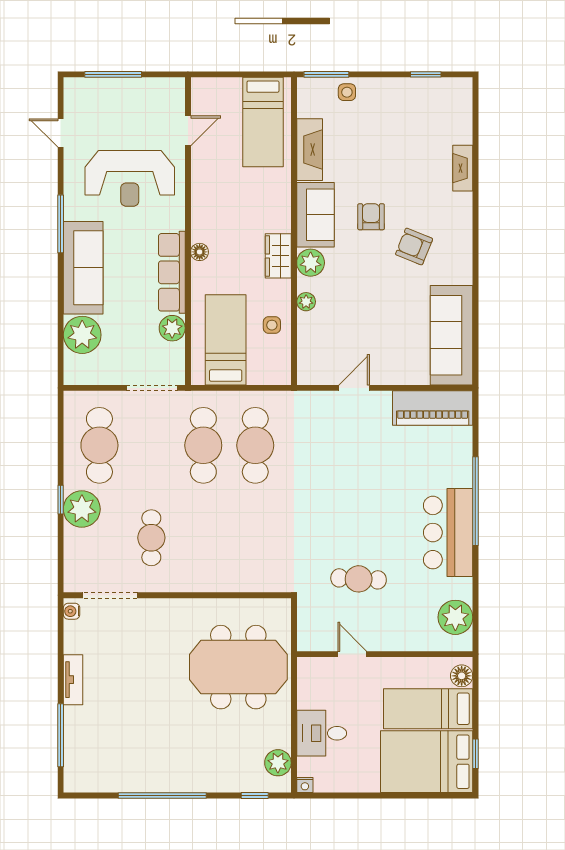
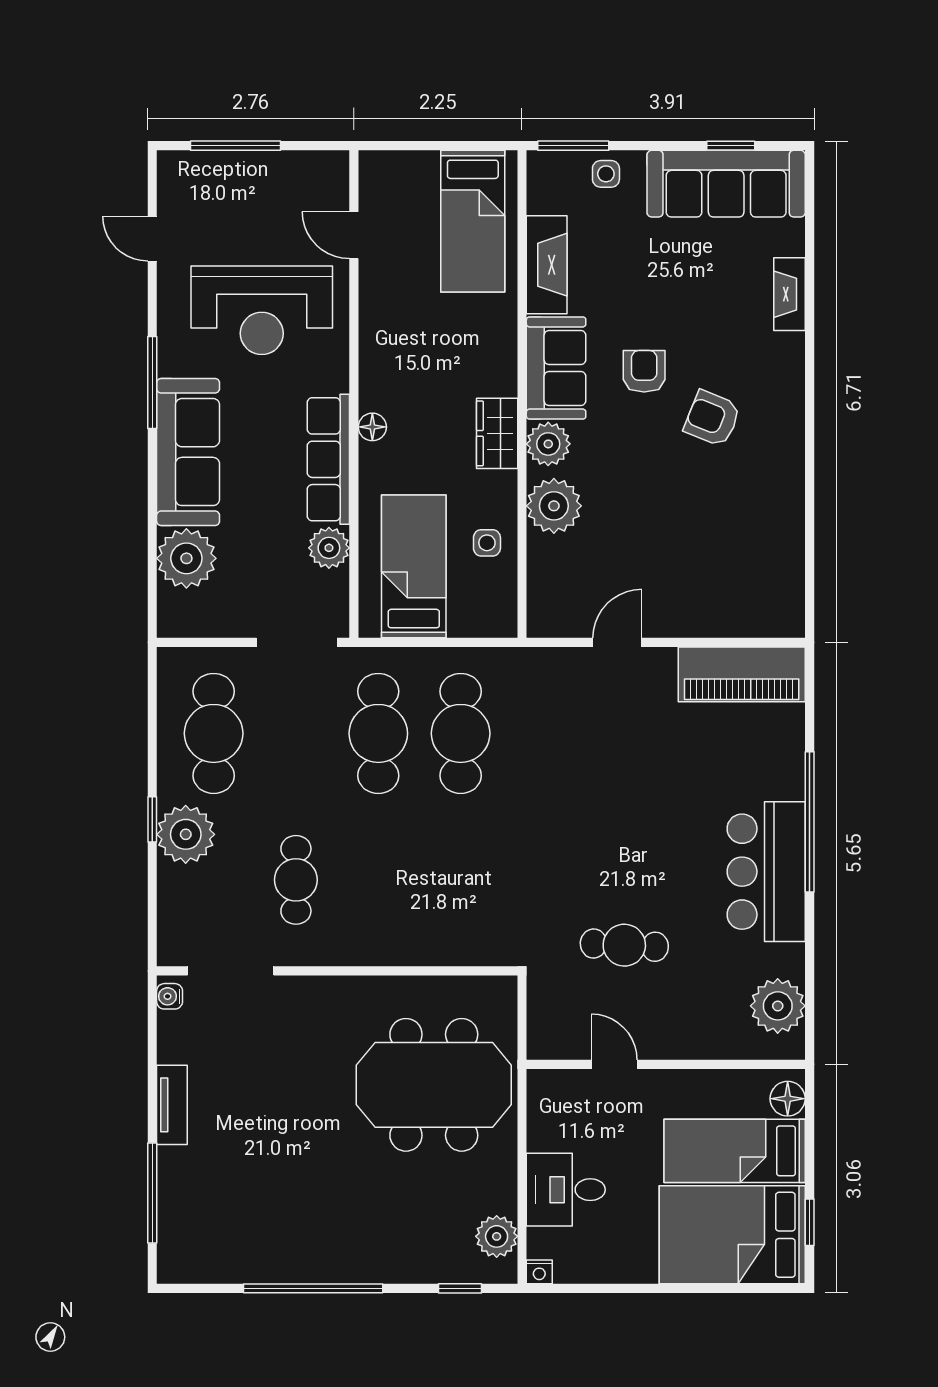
door: (188, 131) -> (354, 235), swing flipped
plant: (306, 302) -> (554, 506), width x1.88, depth x1.88
sofa: (451, 335) -> (726, 184), moved, turned -90

